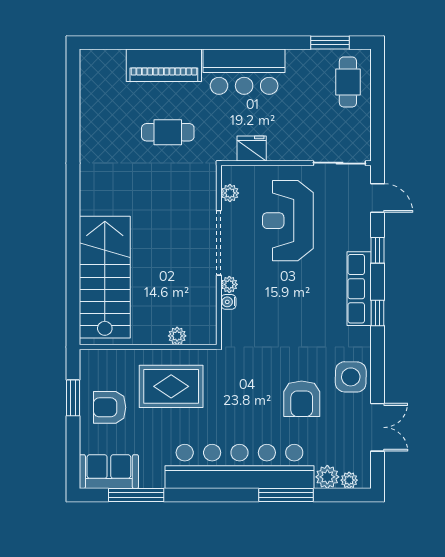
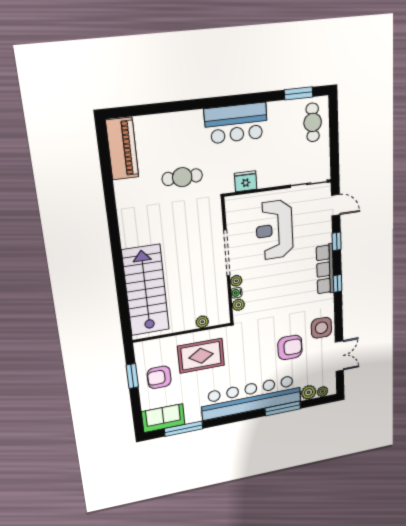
piano: (164, 65) -> (122, 149), moved, turned -90
plant: (230, 193) -> (238, 305), moved
armchair: (302, 399) -> (290, 347), turned -90

